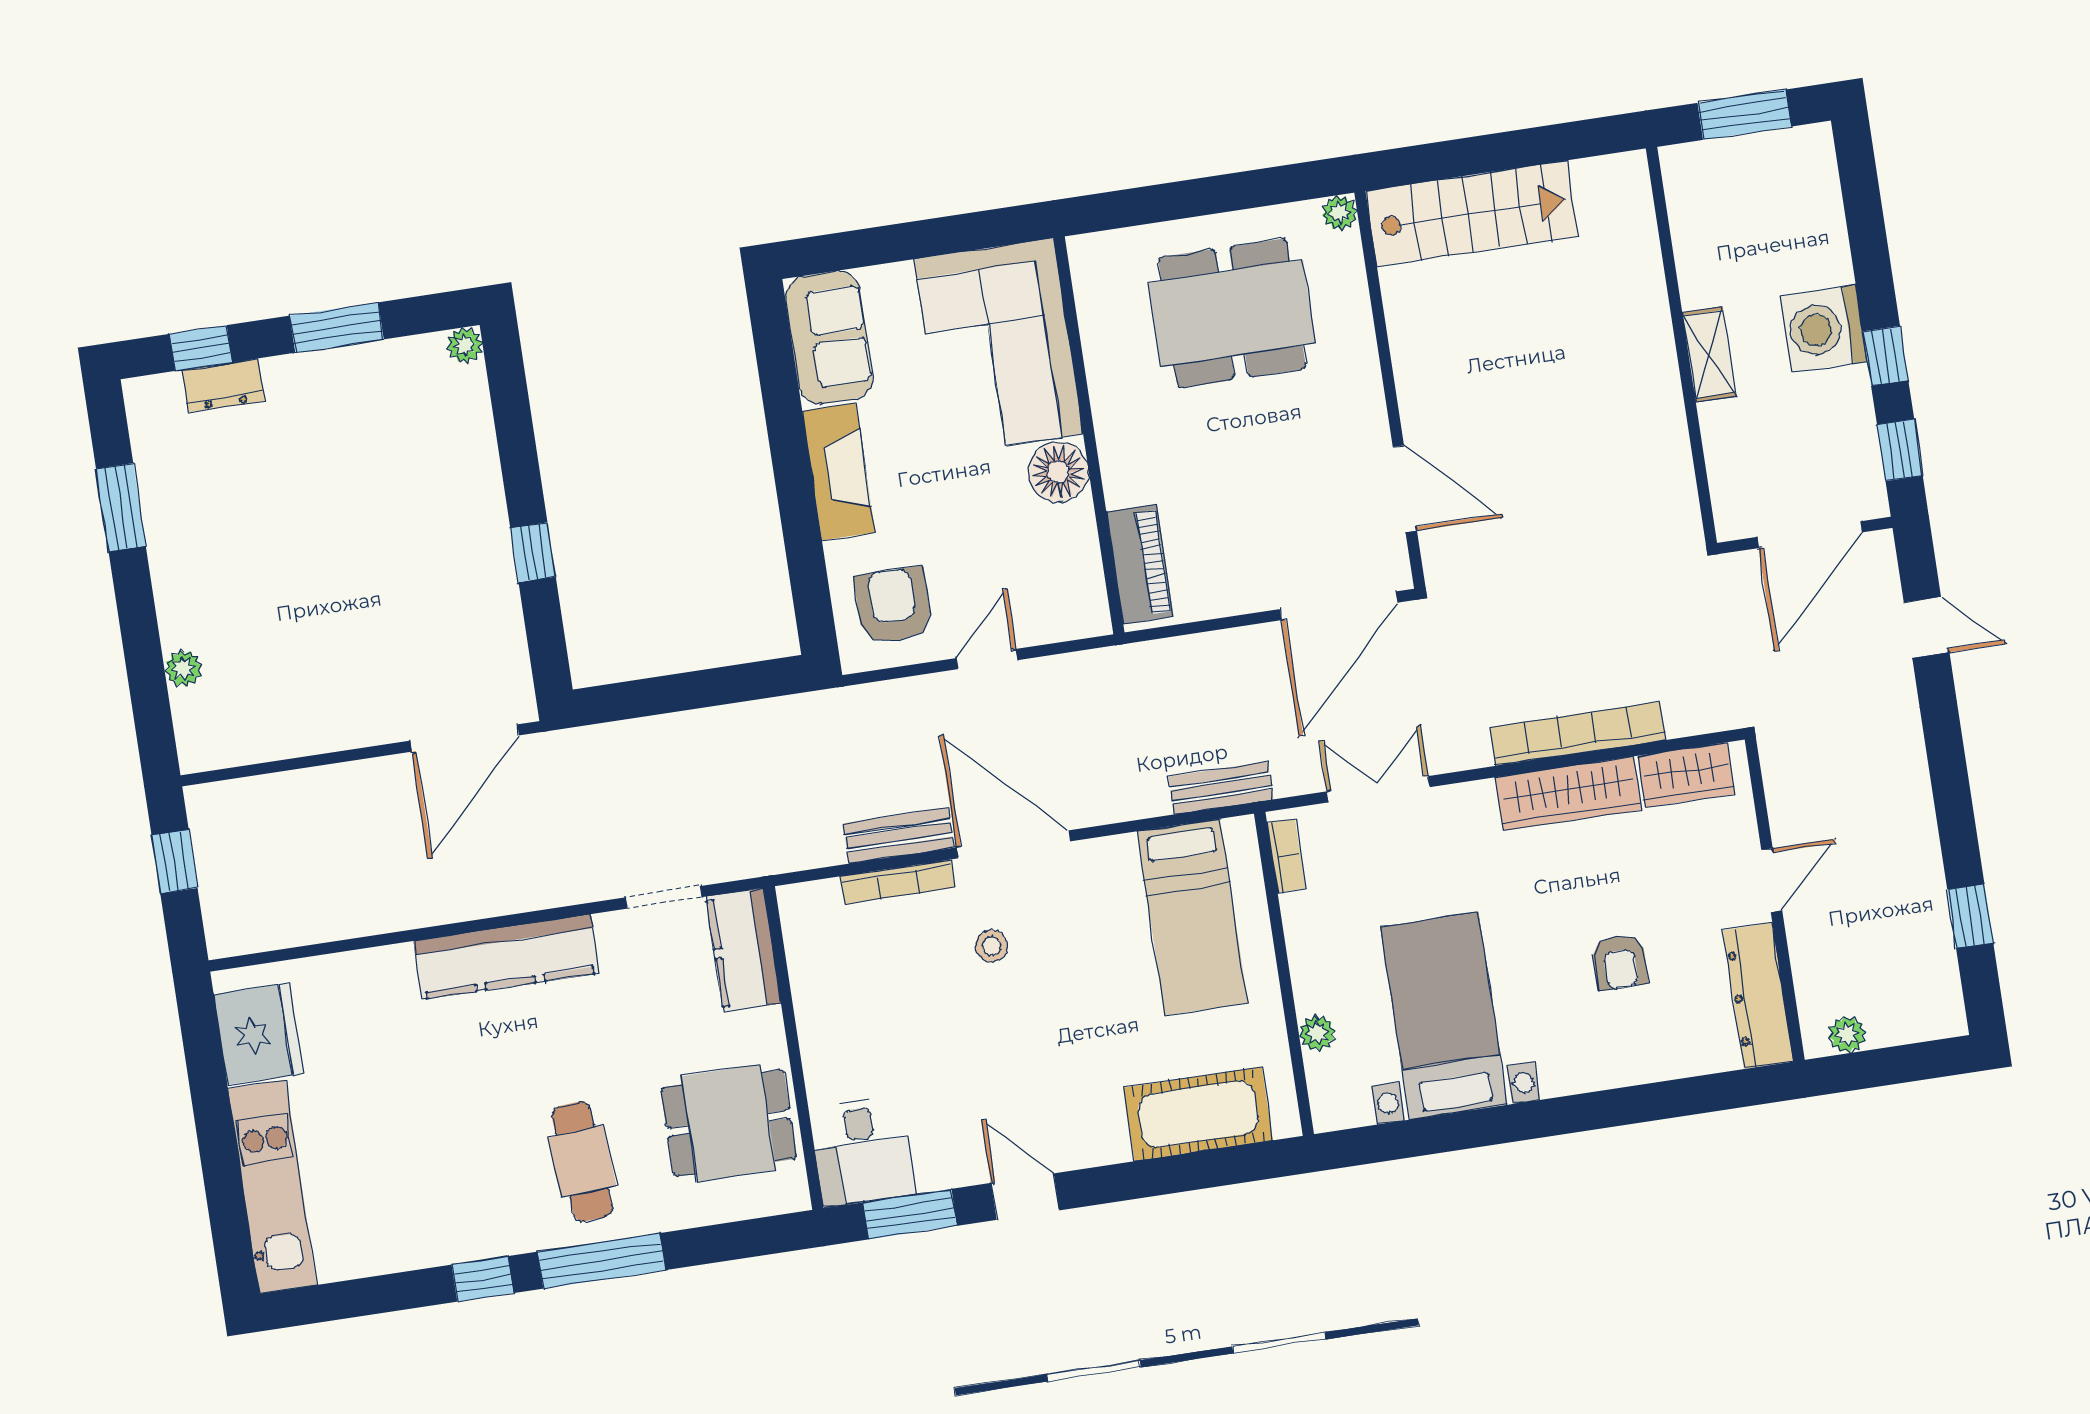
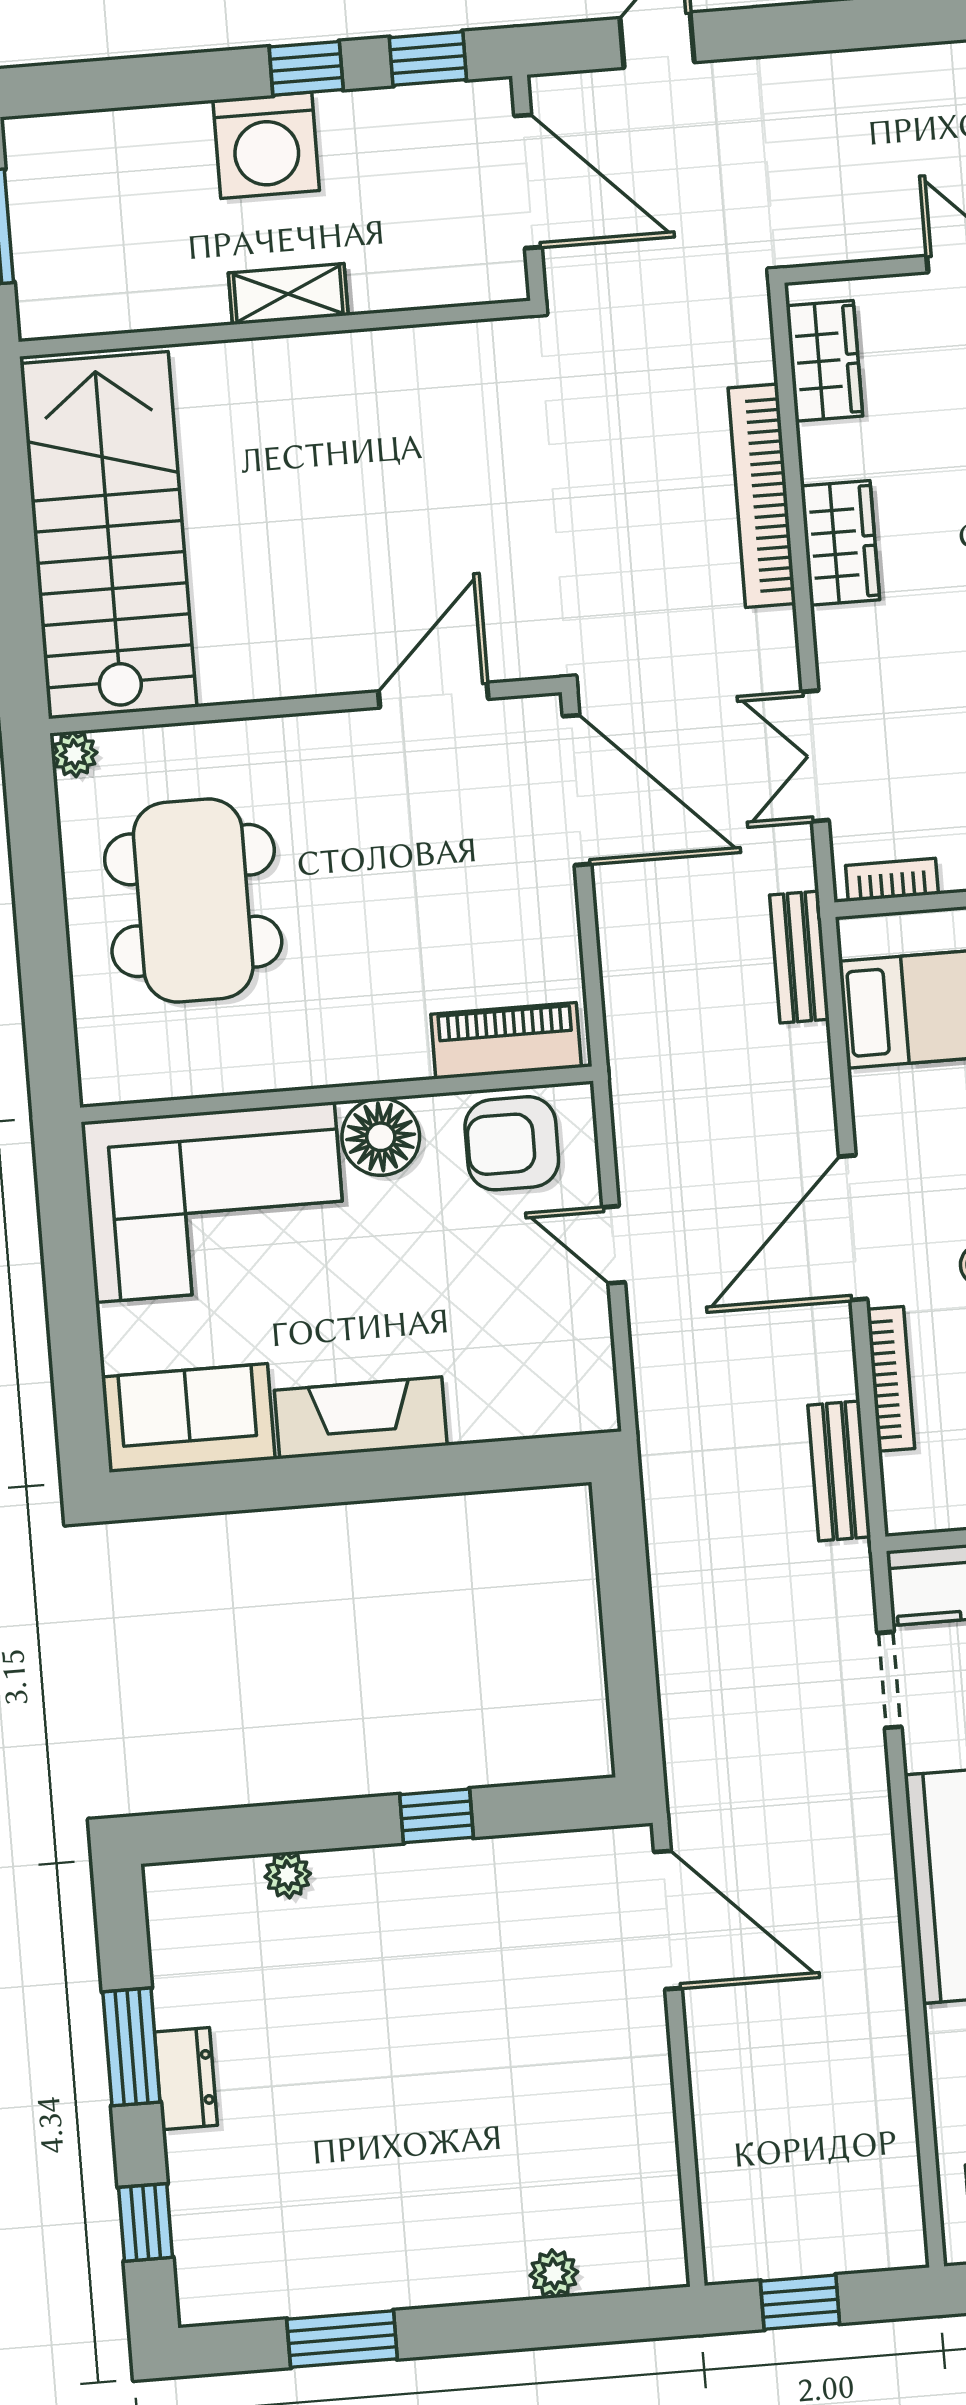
stairs: (1472, 214) -> (108, 535), width x1.36, depth x1.51
plant: (465, 345) -> (288, 1875), moved
dresser: (224, 385) -> (186, 2079), moved
armchair: (893, 605) -> (512, 1143), moved
wardrobe: (1568, 794) -> (840, 543), width x0.67
bench: (899, 836) -> (839, 1471), moved

